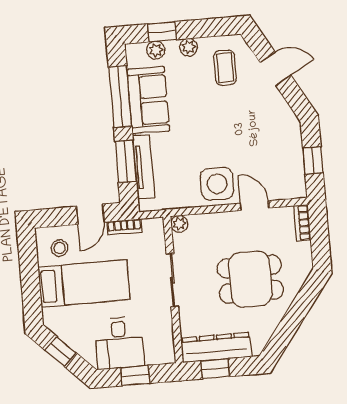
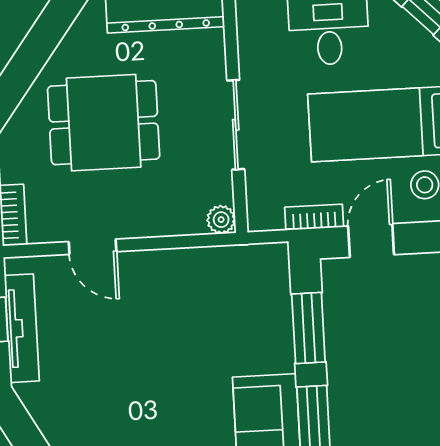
tv unit: (144, 167) -> (22, 328), moved, turned 180
side table: (217, 184) -> (155, 285), removed

